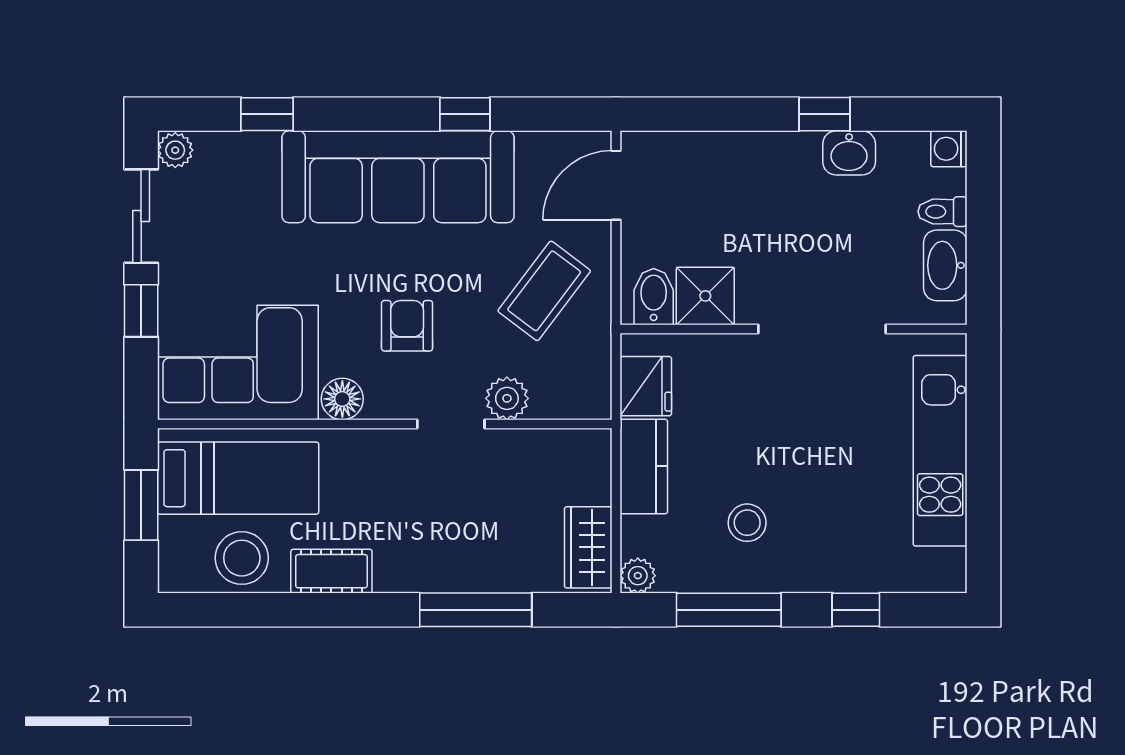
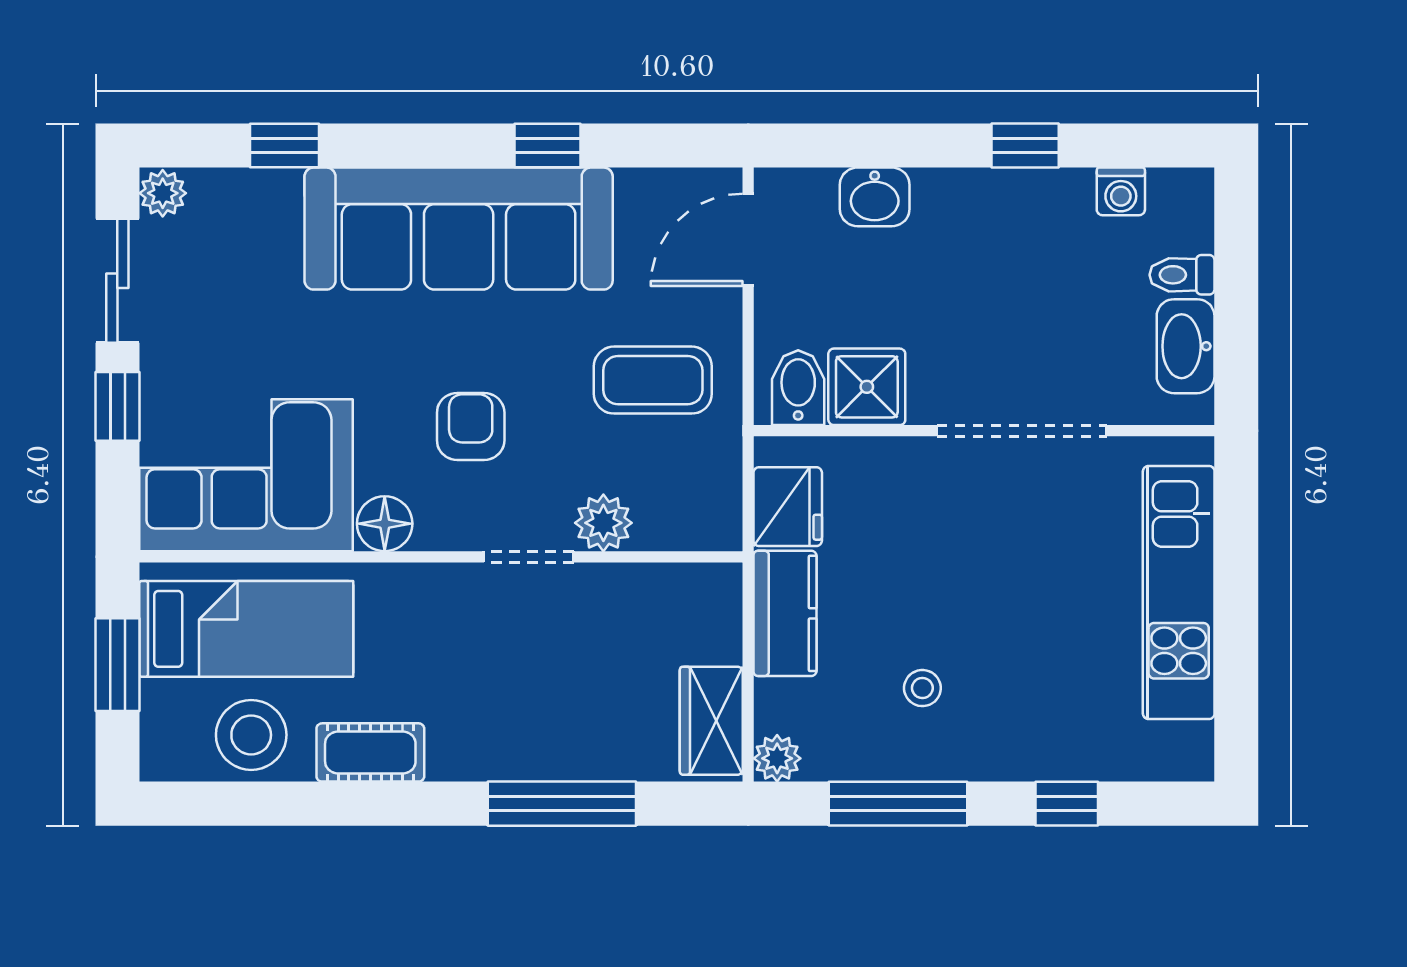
washing machine: (949, 149) -> (1121, 191), moved, turned -90
washbasin: (849, 153) -> (875, 197), moved
coffee table: (544, 291) -> (653, 380), turned 53
stool: (747, 523) -> (922, 688), width x0.73, depth x0.73

